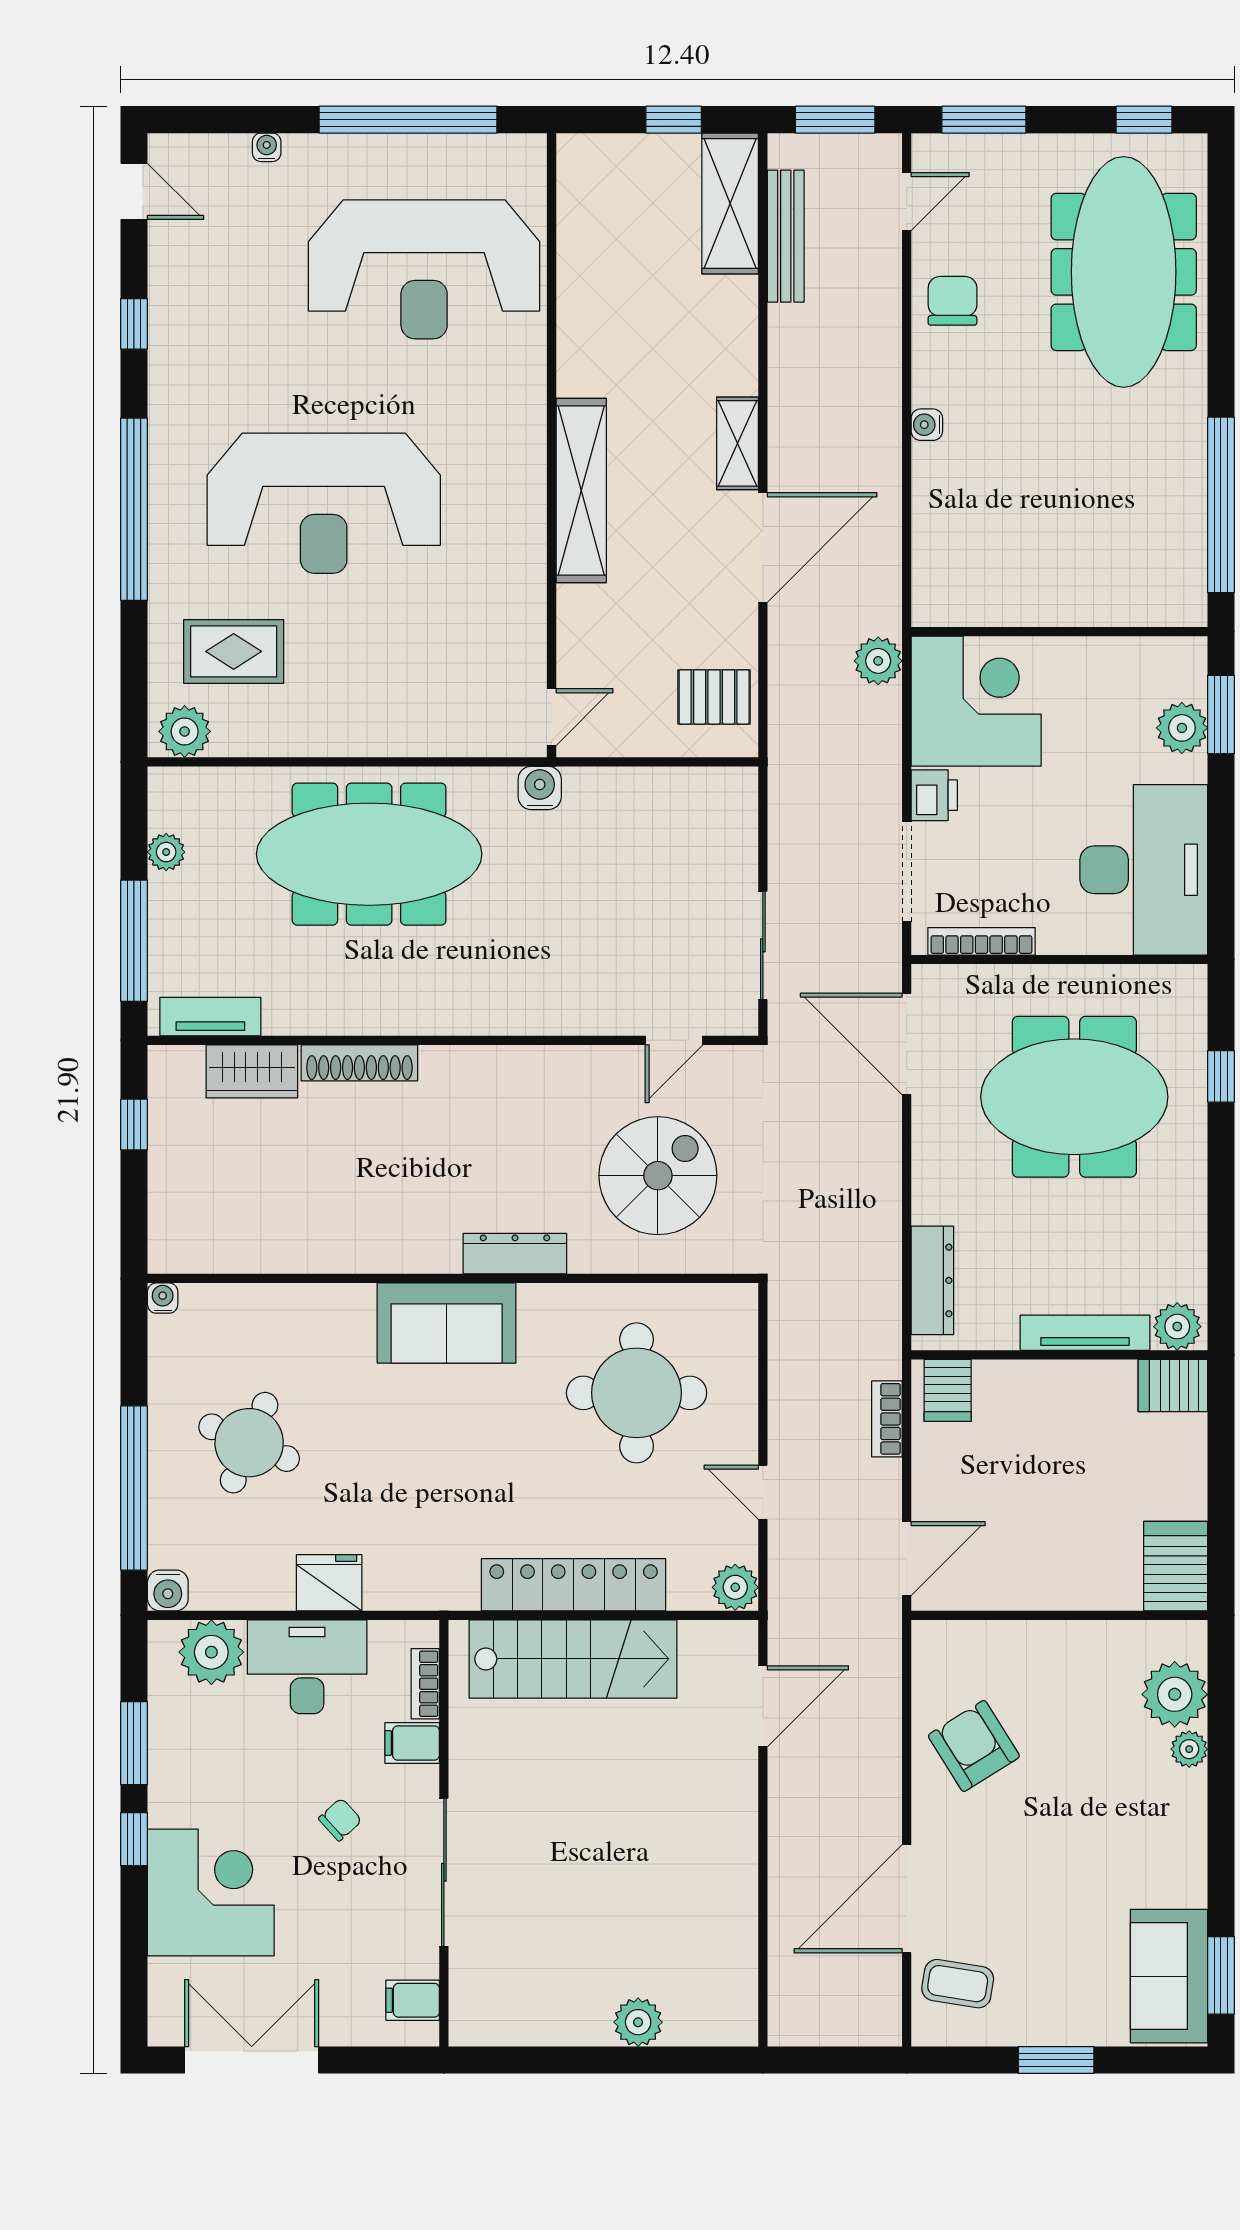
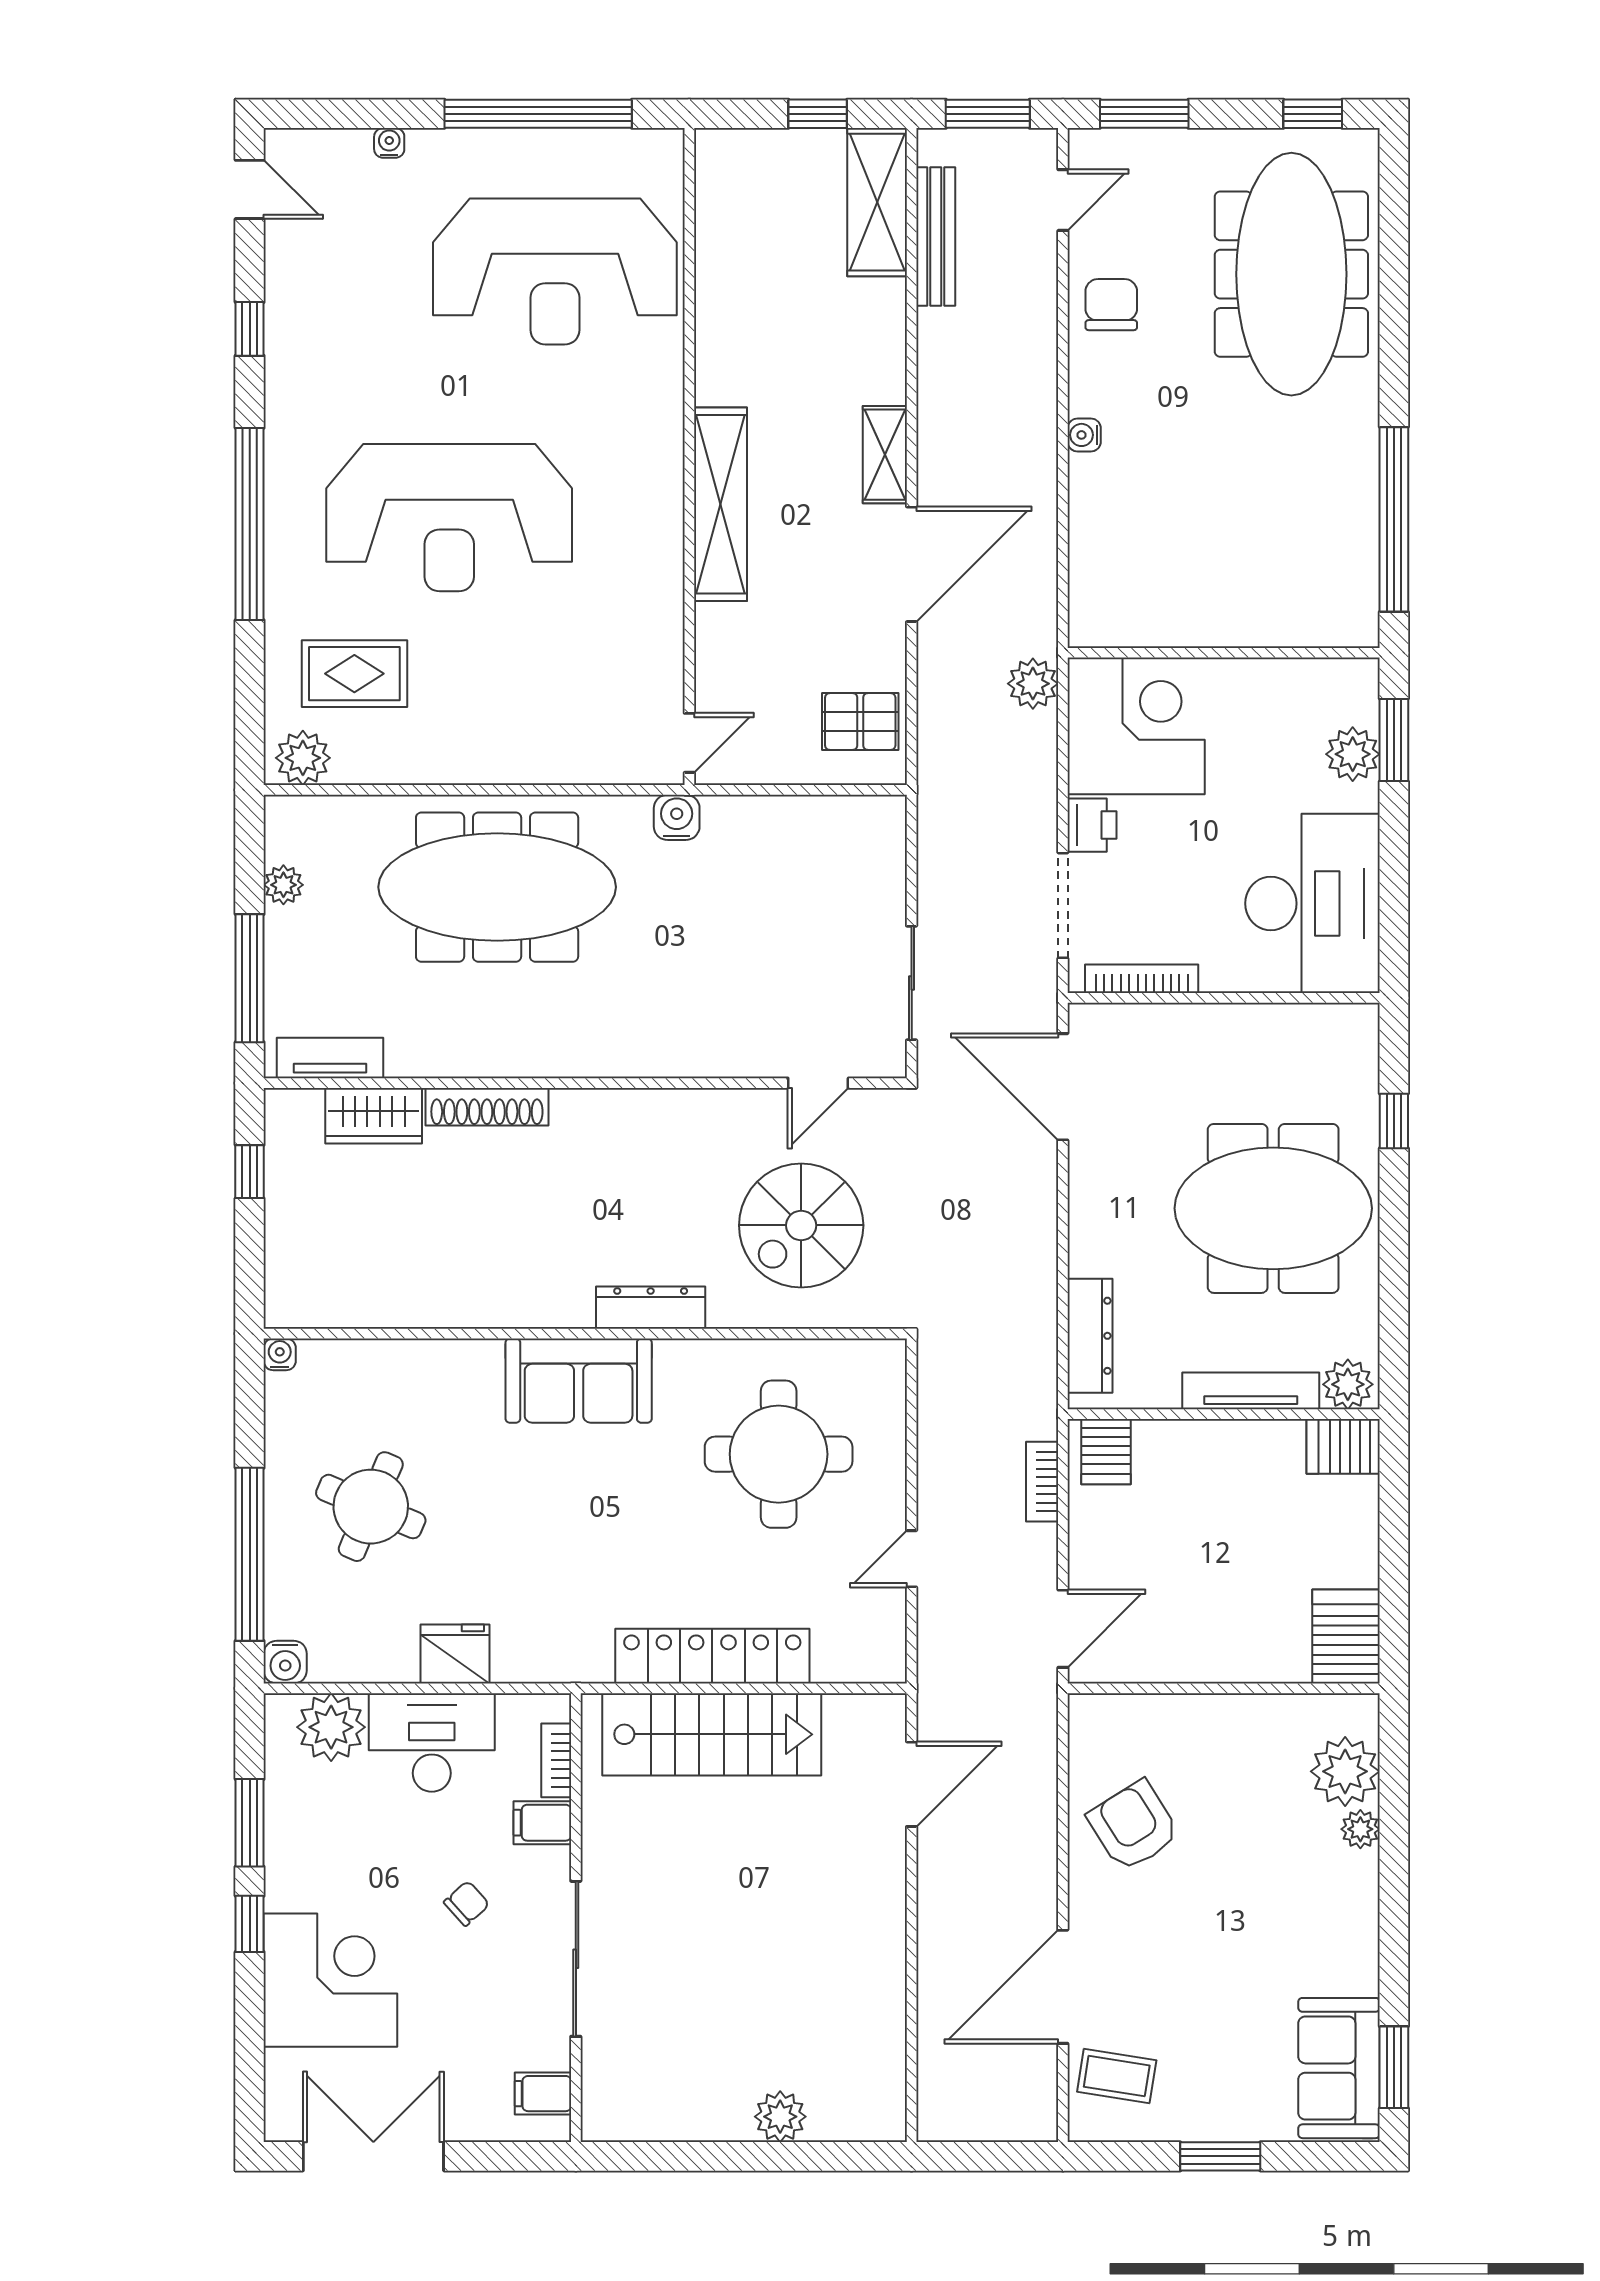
meeting table: (1074, 1097) -> (1273, 1208), moved
spiral stairs: (658, 1176) -> (801, 1225), turned 180
door: (763, 1492) -> (912, 1559), hinge flipped
plant: (735, 1587) -> (883, 1659), removed

